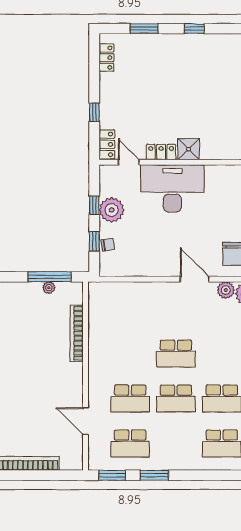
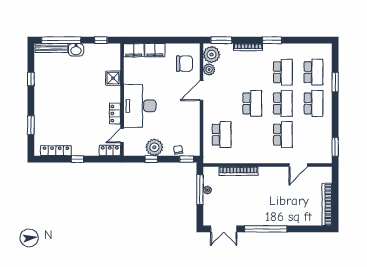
window: (194, 29) -> (31, 79), moved
locker: (106, 58) -> (56, 151), width x1.53
window: (94, 112) -> (78, 159), moved
shower: (189, 149) -> (113, 78), moved
window: (94, 241) -> (187, 159), moved
school desk: (130, 309) -> (222, 135), added
school desk: (130, 443) -> (313, 103), moved
window: (154, 475) -> (335, 82), moved

